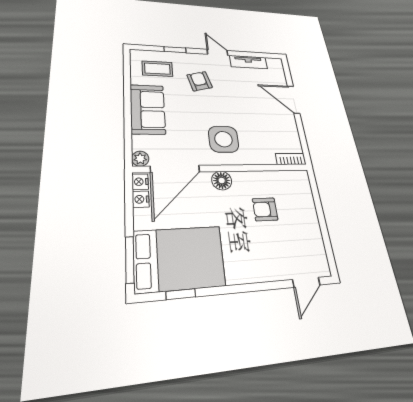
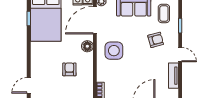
door: (218, 52) -> (180, 55), hinge flipped
door: (175, 169) -> (95, 20), hinge flipped
door: (306, 282) -> (29, 85), hinge flipped

